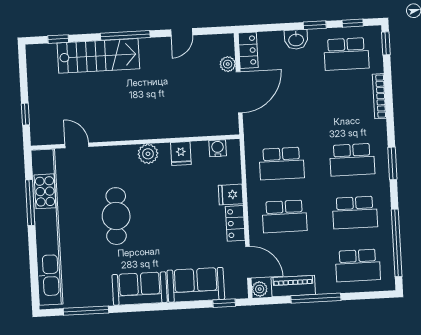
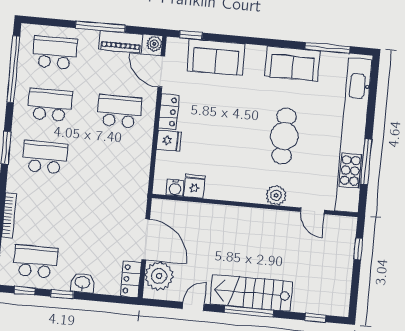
stairs: (98, 56) -> (251, 293), moved
plant: (228, 64) -> (159, 276), width x1.88, depth x1.88
door: (239, 92) -> (146, 239), swing flipped
plant: (148, 154) -> (276, 195), moved
fridge: (181, 154) -> (194, 186), moved
school desk: (282, 163) -> (114, 164), removed
sofa: (140, 289) -> (292, 64), moved

